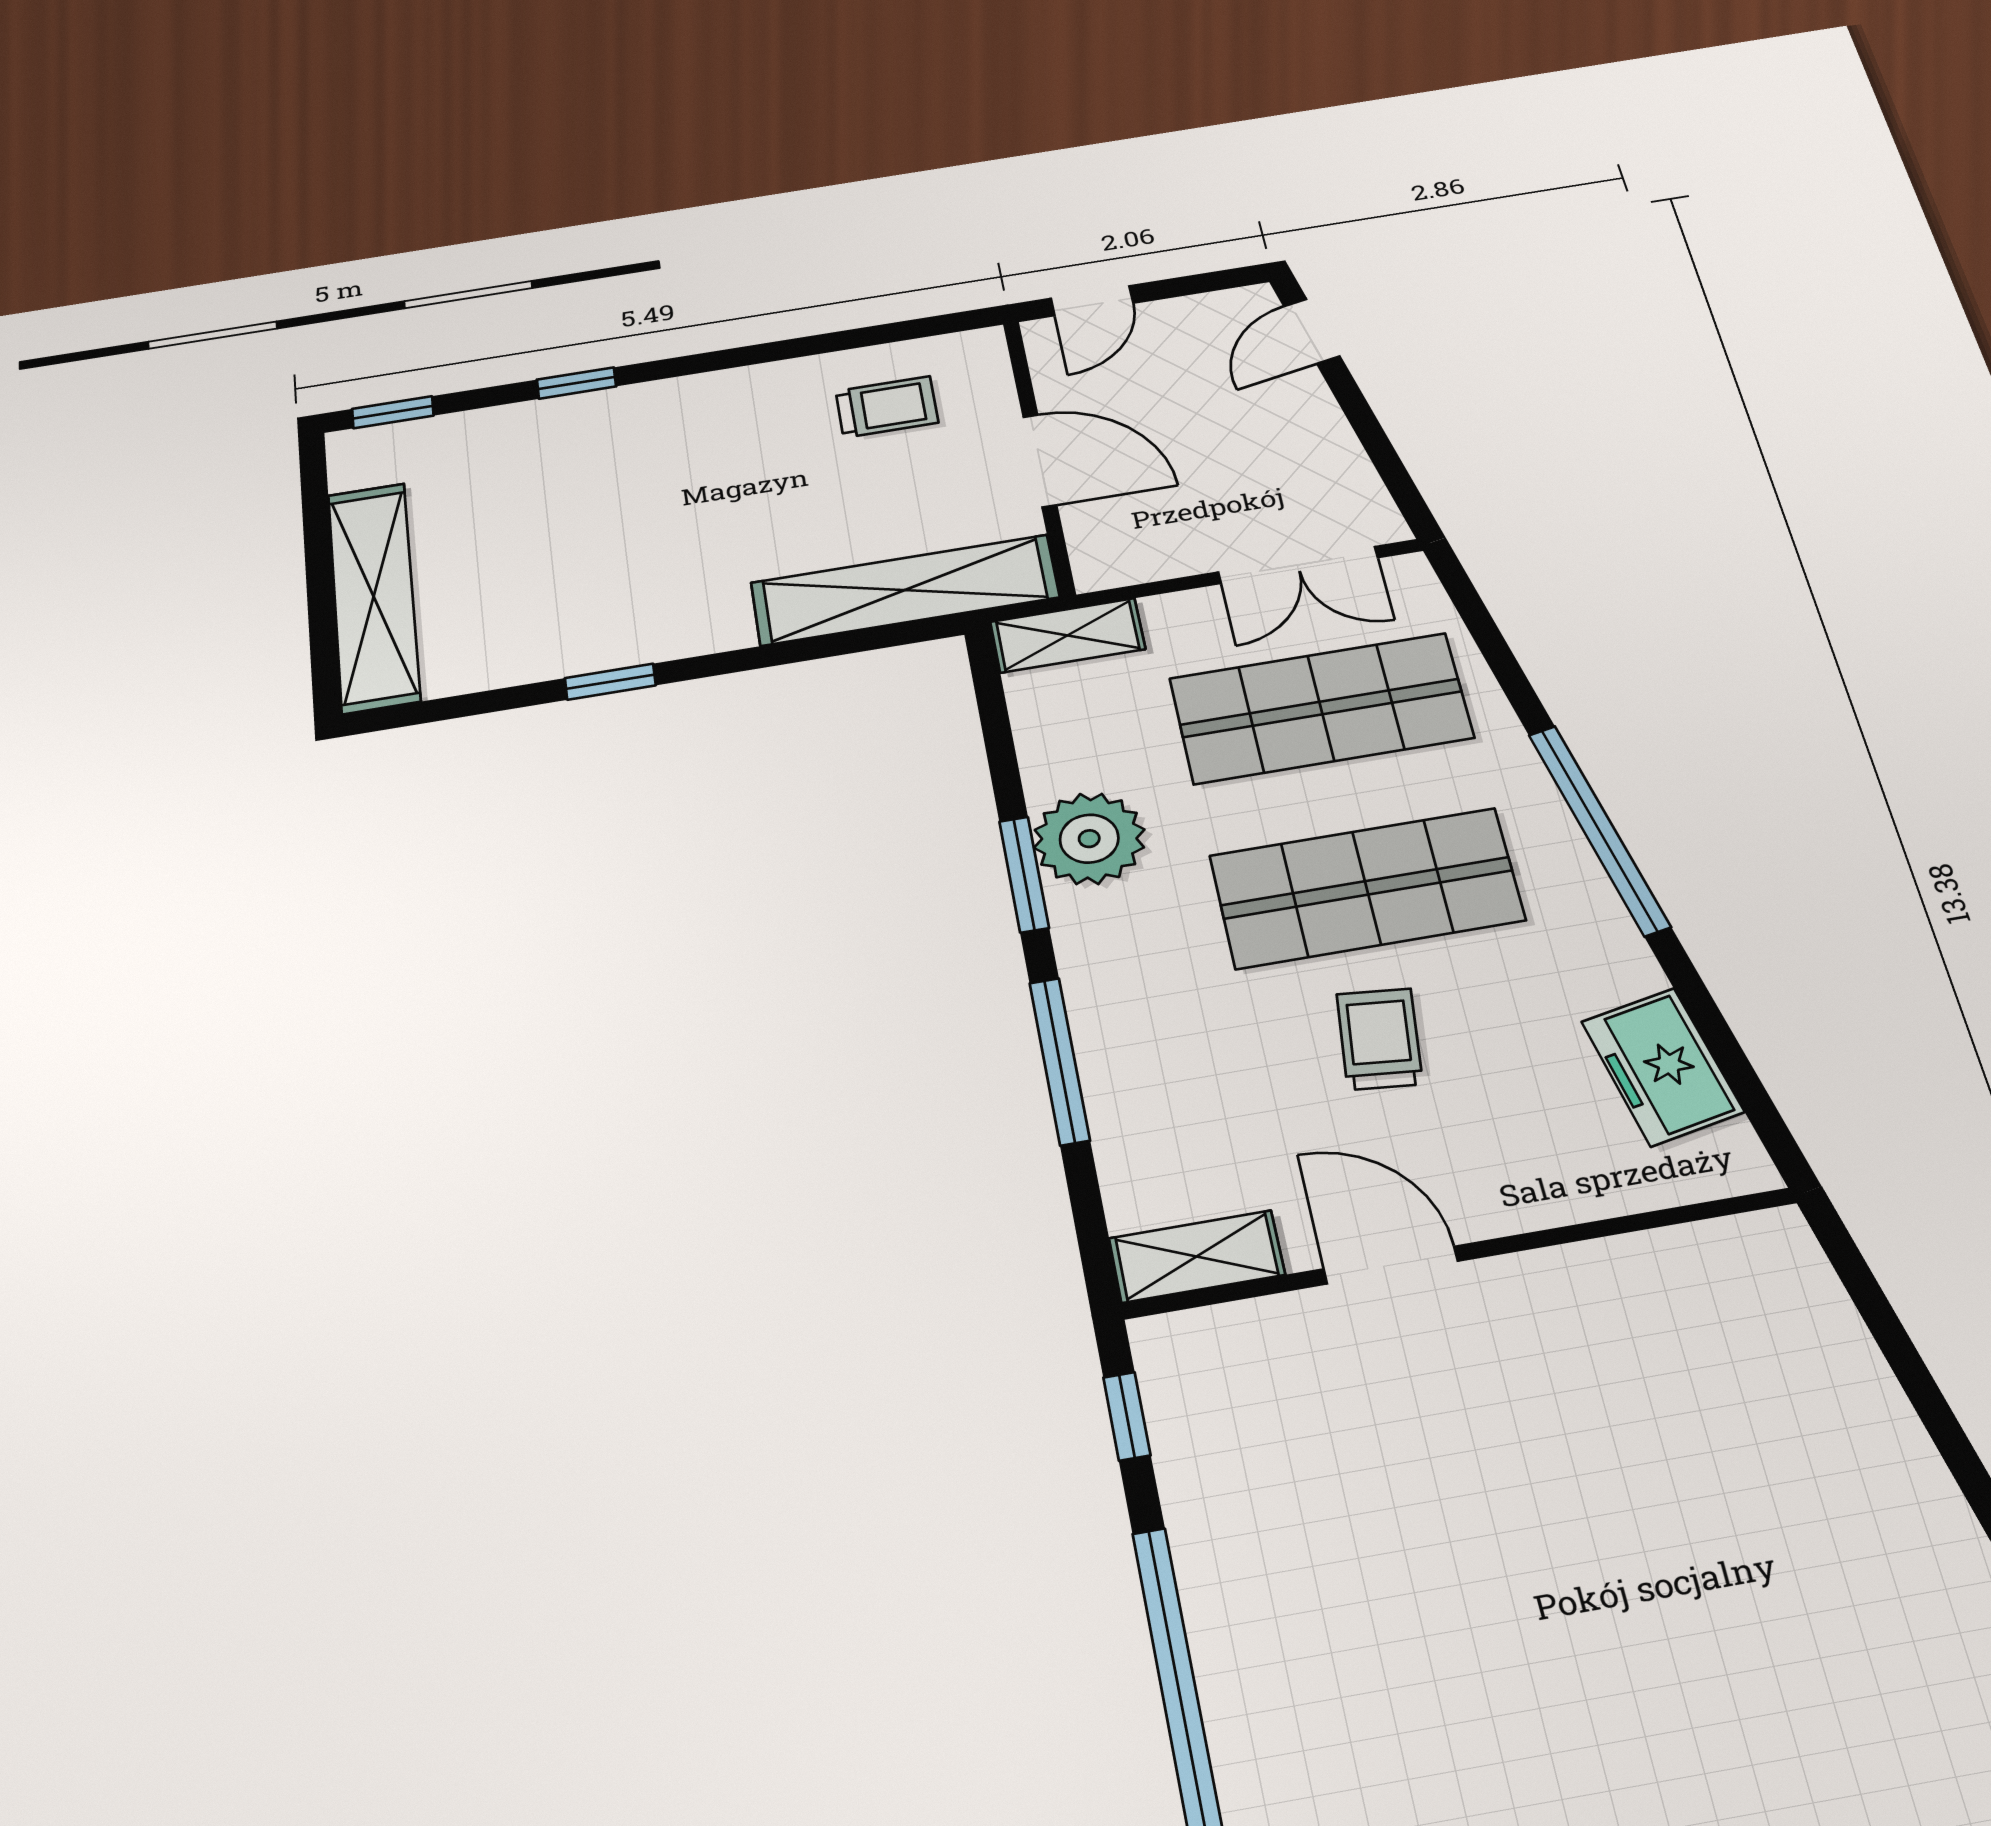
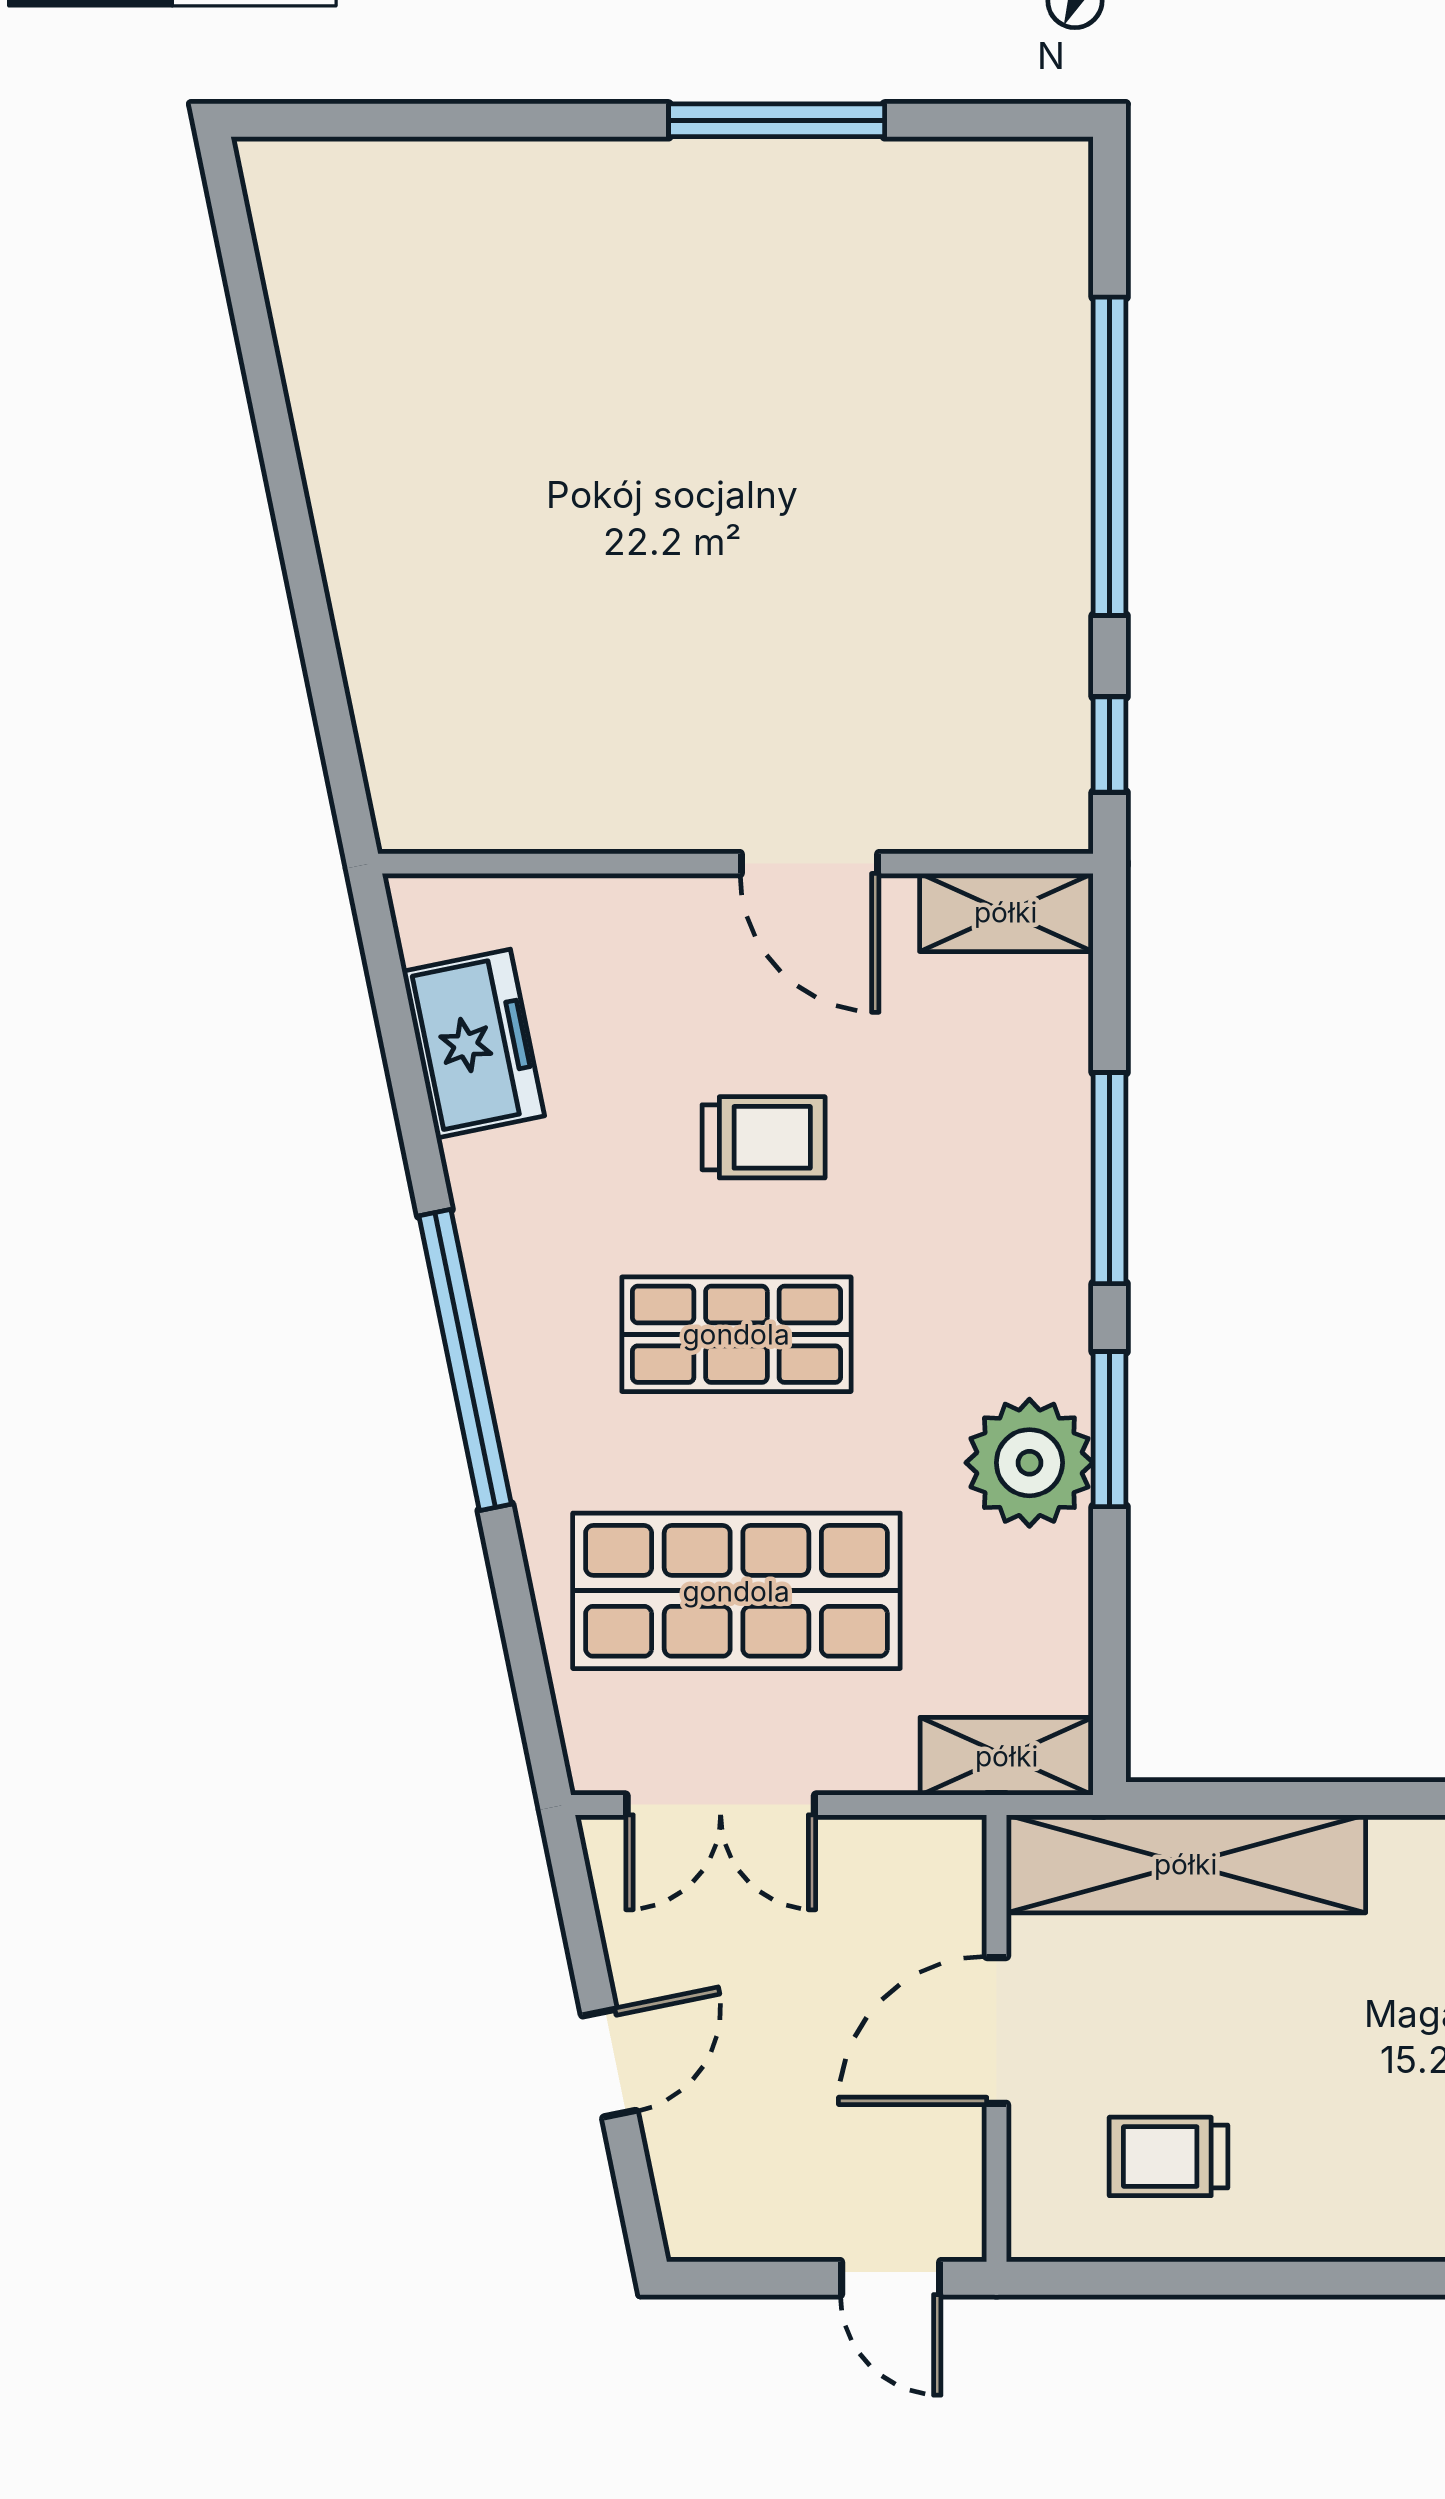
door: (1092, 301) -> (891, 2278), swing flipped
door: (1312, 331) -> (609, 2063), moved
door: (1040, 461) -> (997, 2030), hinge flipped
double door: (1298, 565) -> (721, 1805), swing flipped
shop shelf: (1367, 888) -> (736, 1334), width x0.70, depth x0.74
trolley: (1379, 1039) -> (764, 1137), turned -96

